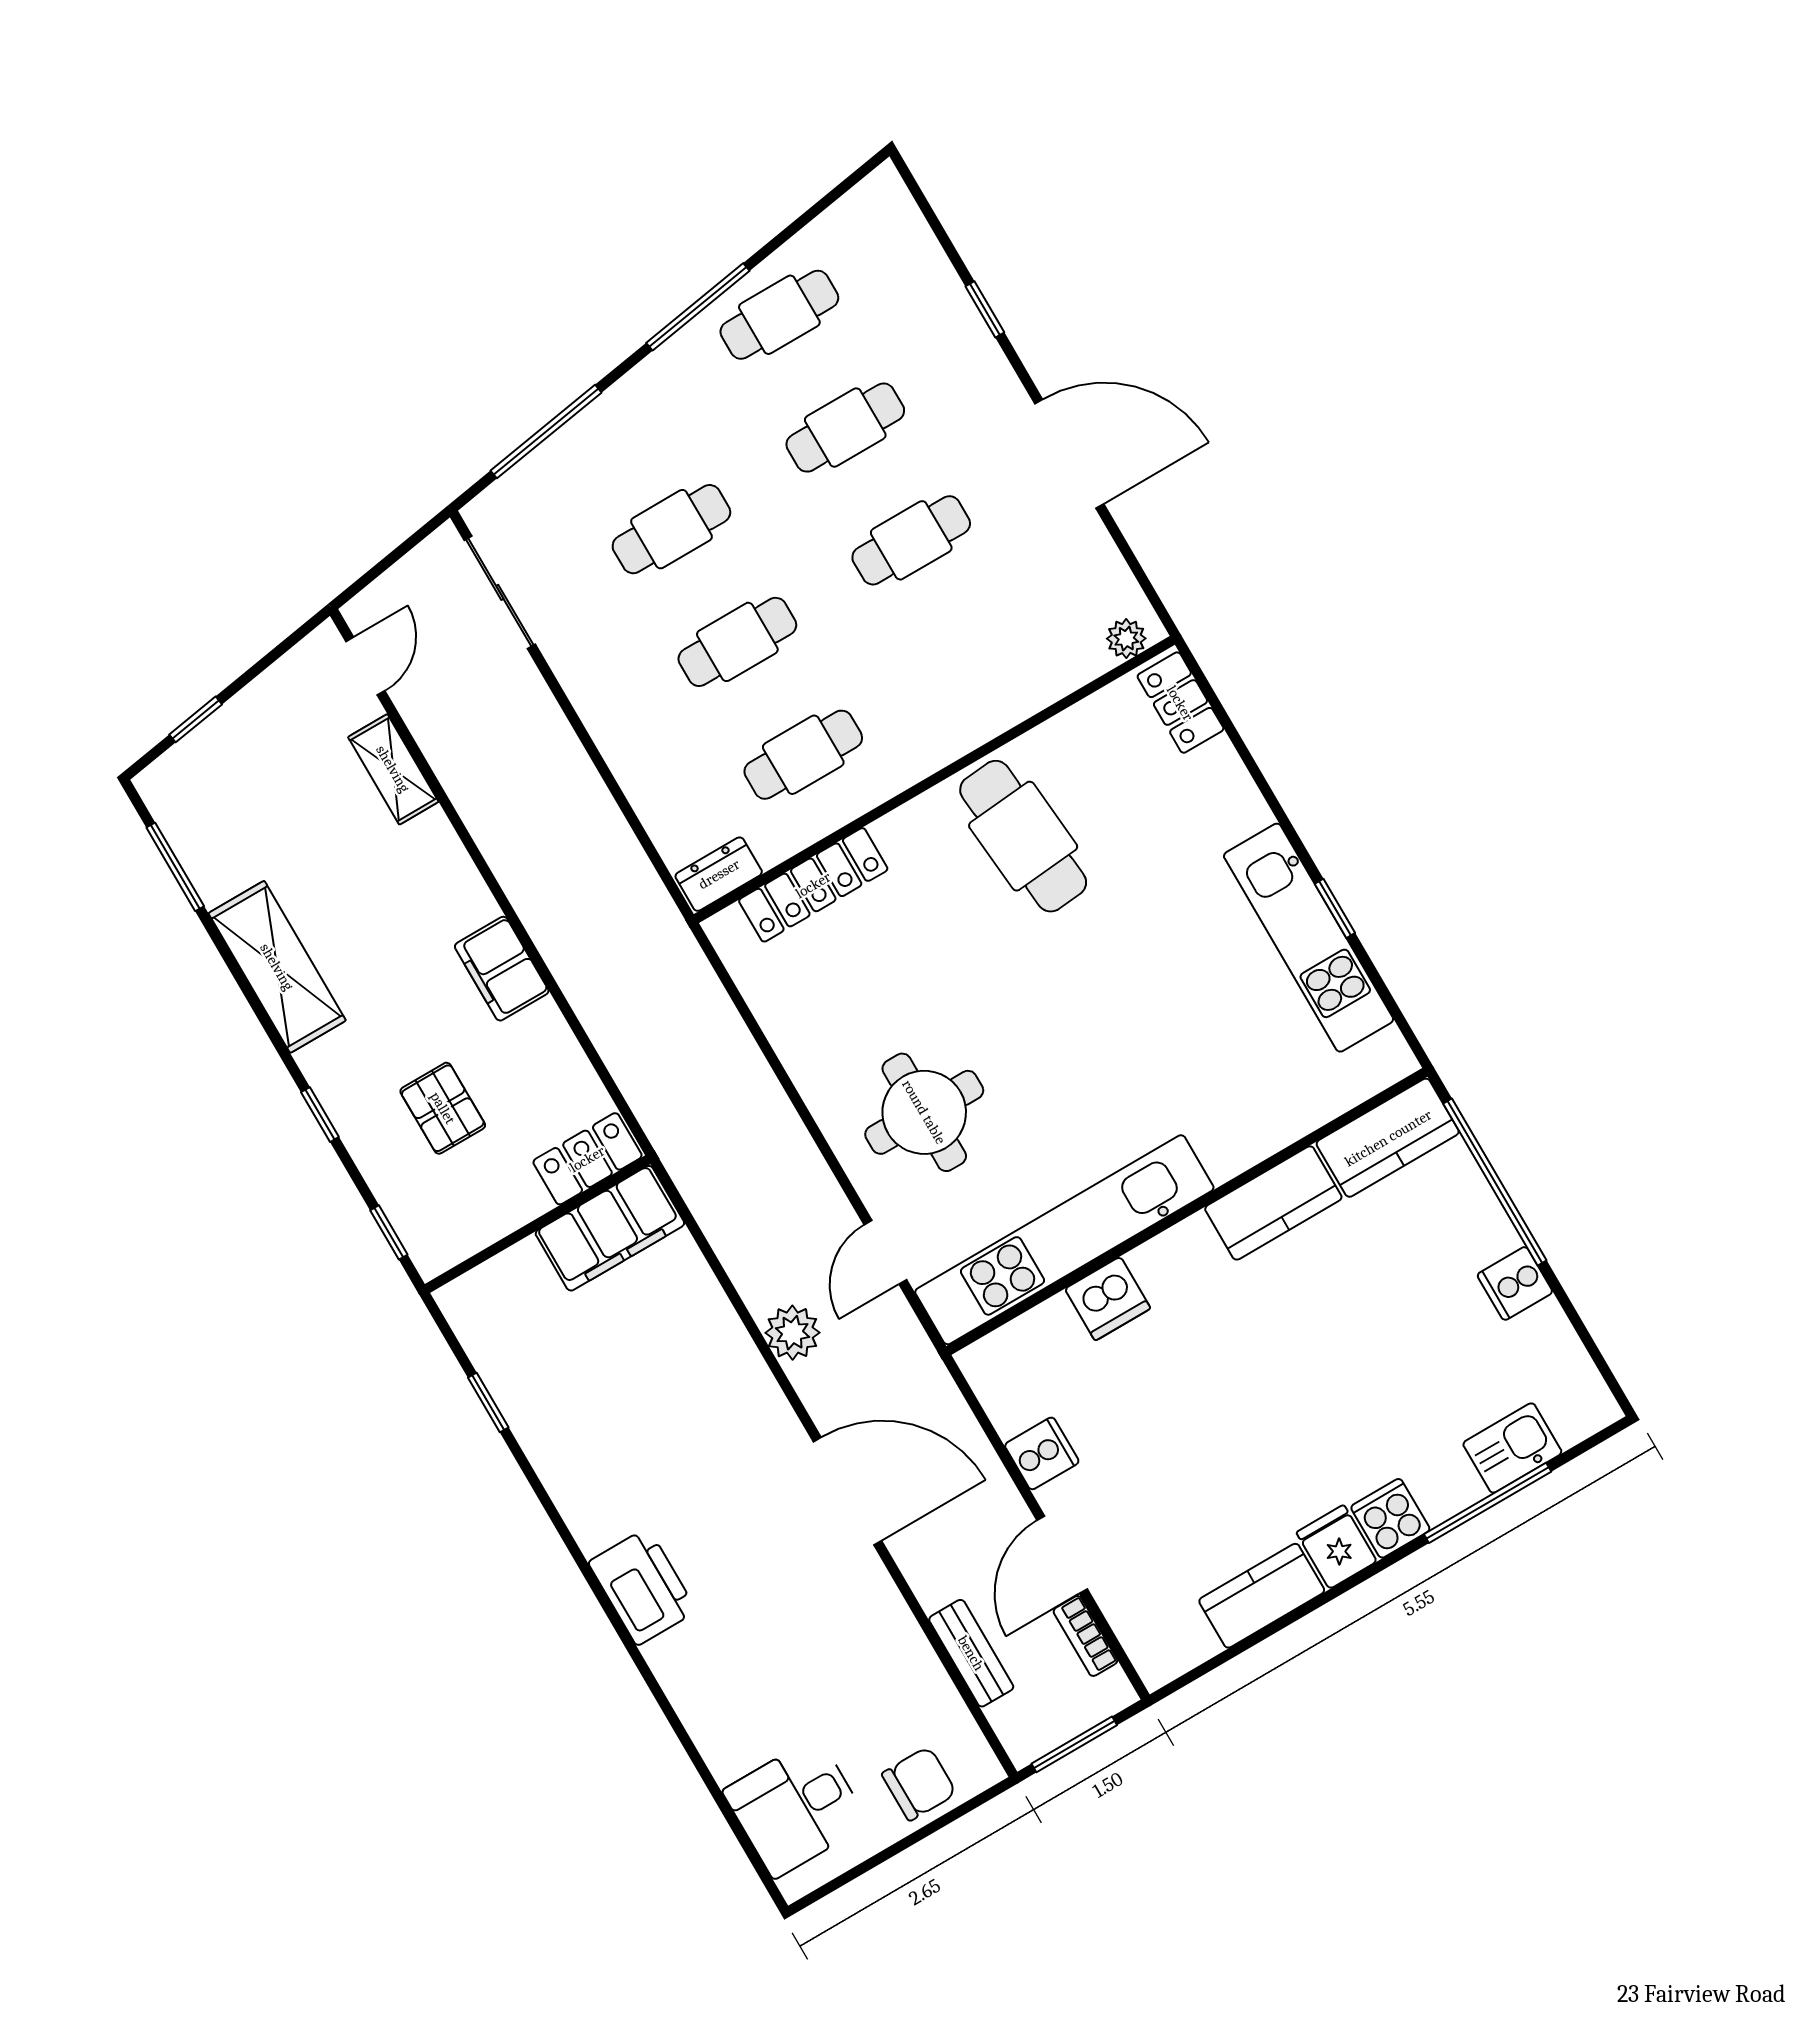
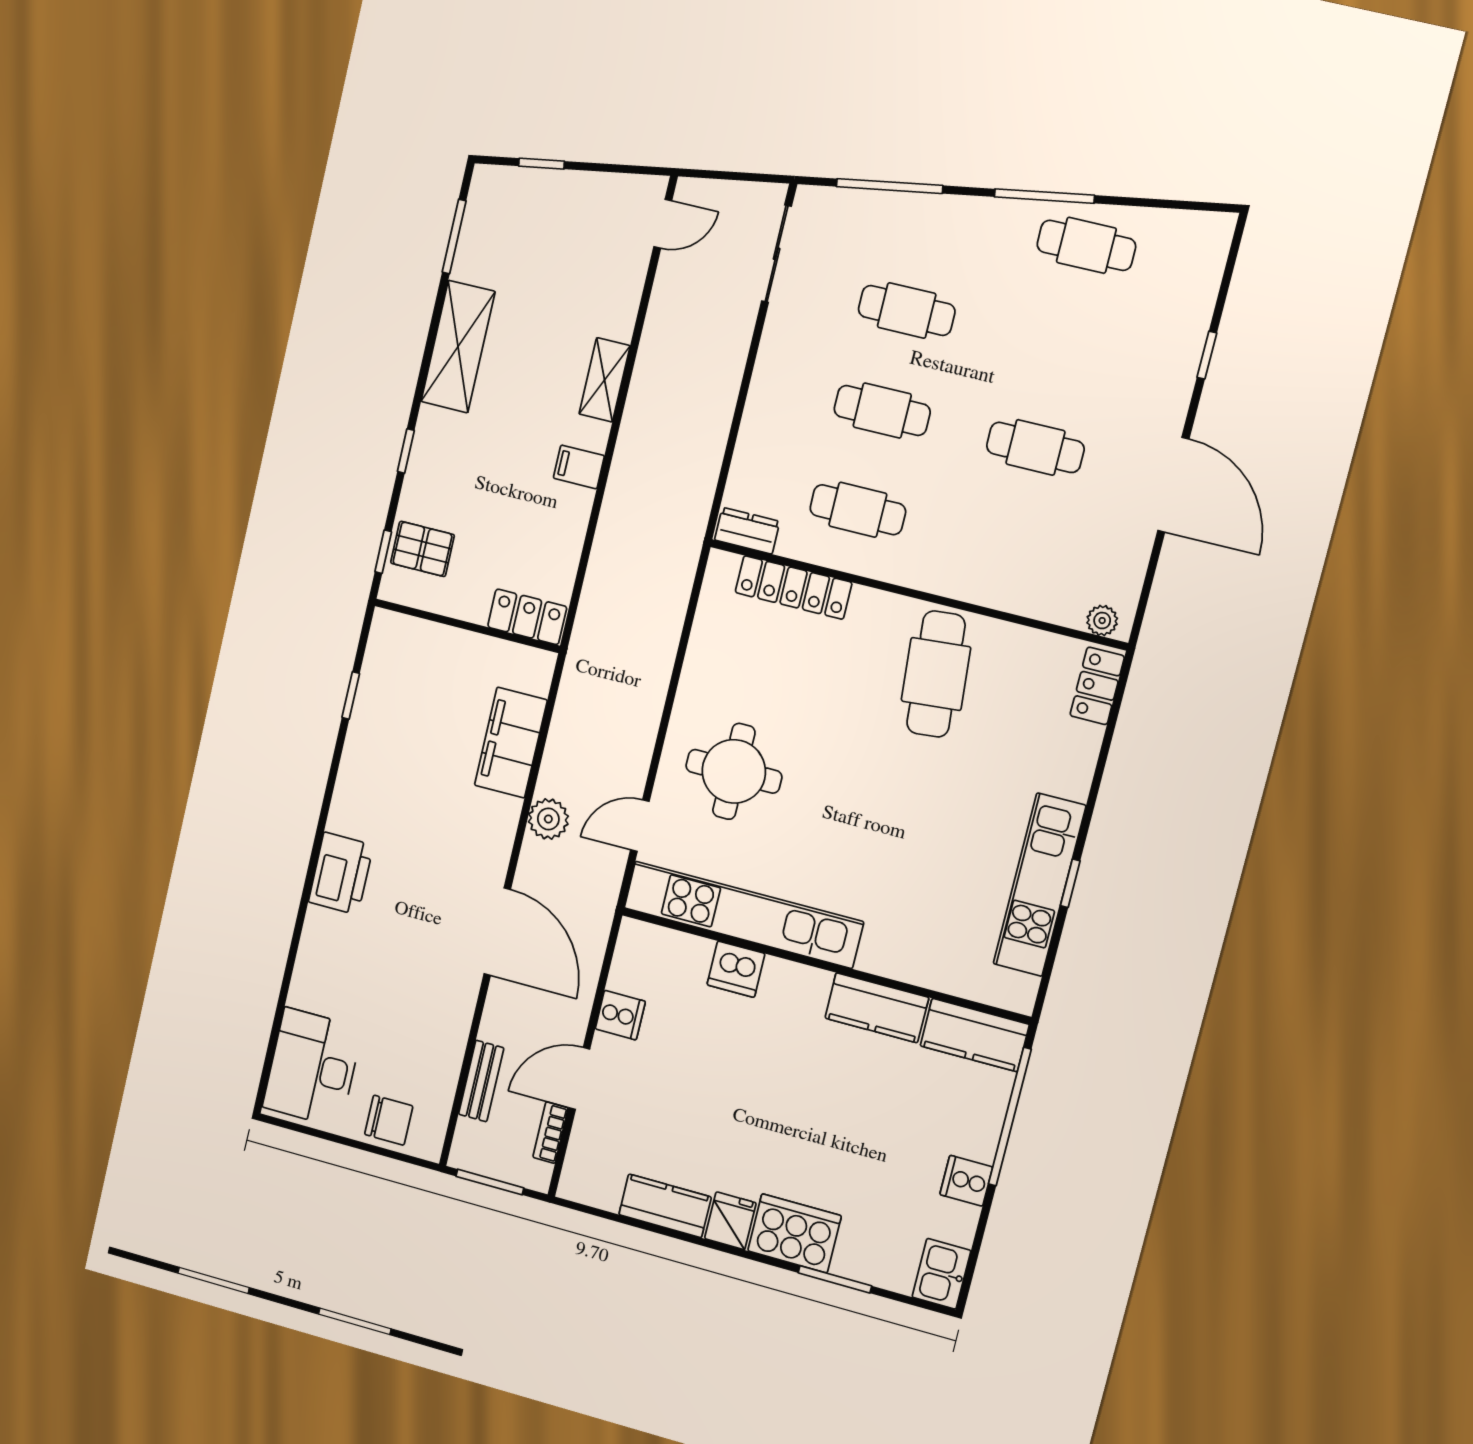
cafe table: (845, 428) -> (1061, 347), removed
shelving: (393, 769) -> (605, 380), moved
filing cabinet: (502, 969) -> (579, 467), width x0.50
pallet: (443, 1108) -> (422, 549), moved, turned 90
filing cabinet: (610, 1228) -> (511, 743), moved, turned 90
kitchen sink: (1512, 1448) -> (941, 1274), moved, turned -90
window: (1488, 1503) -> (835, 1279), width x0.69
cooker: (1390, 1518) -> (794, 1233), width x1.87, depth x1.31
desk: (796, 1807) -> (312, 1068), width x1.37

